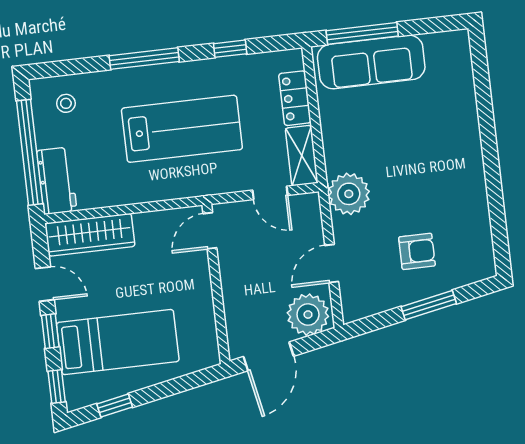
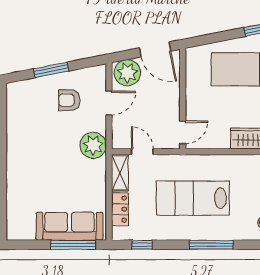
window: (230, 49) -> (142, 245), moved
armchair: (417, 251) -> (69, 100), moved
door: (268, 356) -> (155, 49), swing flipped

